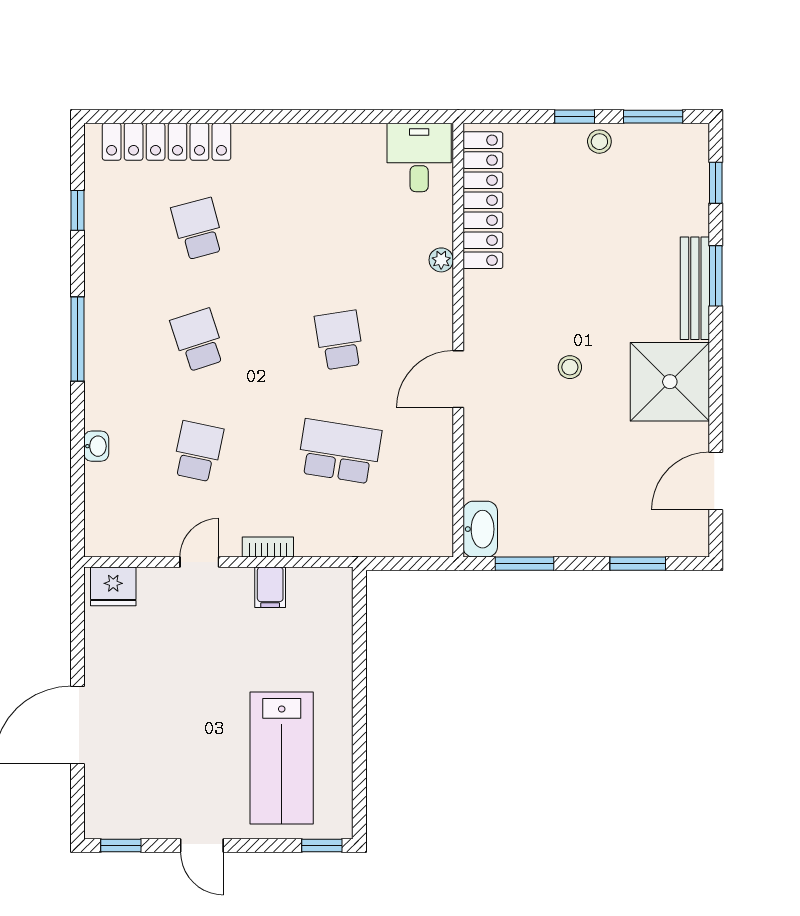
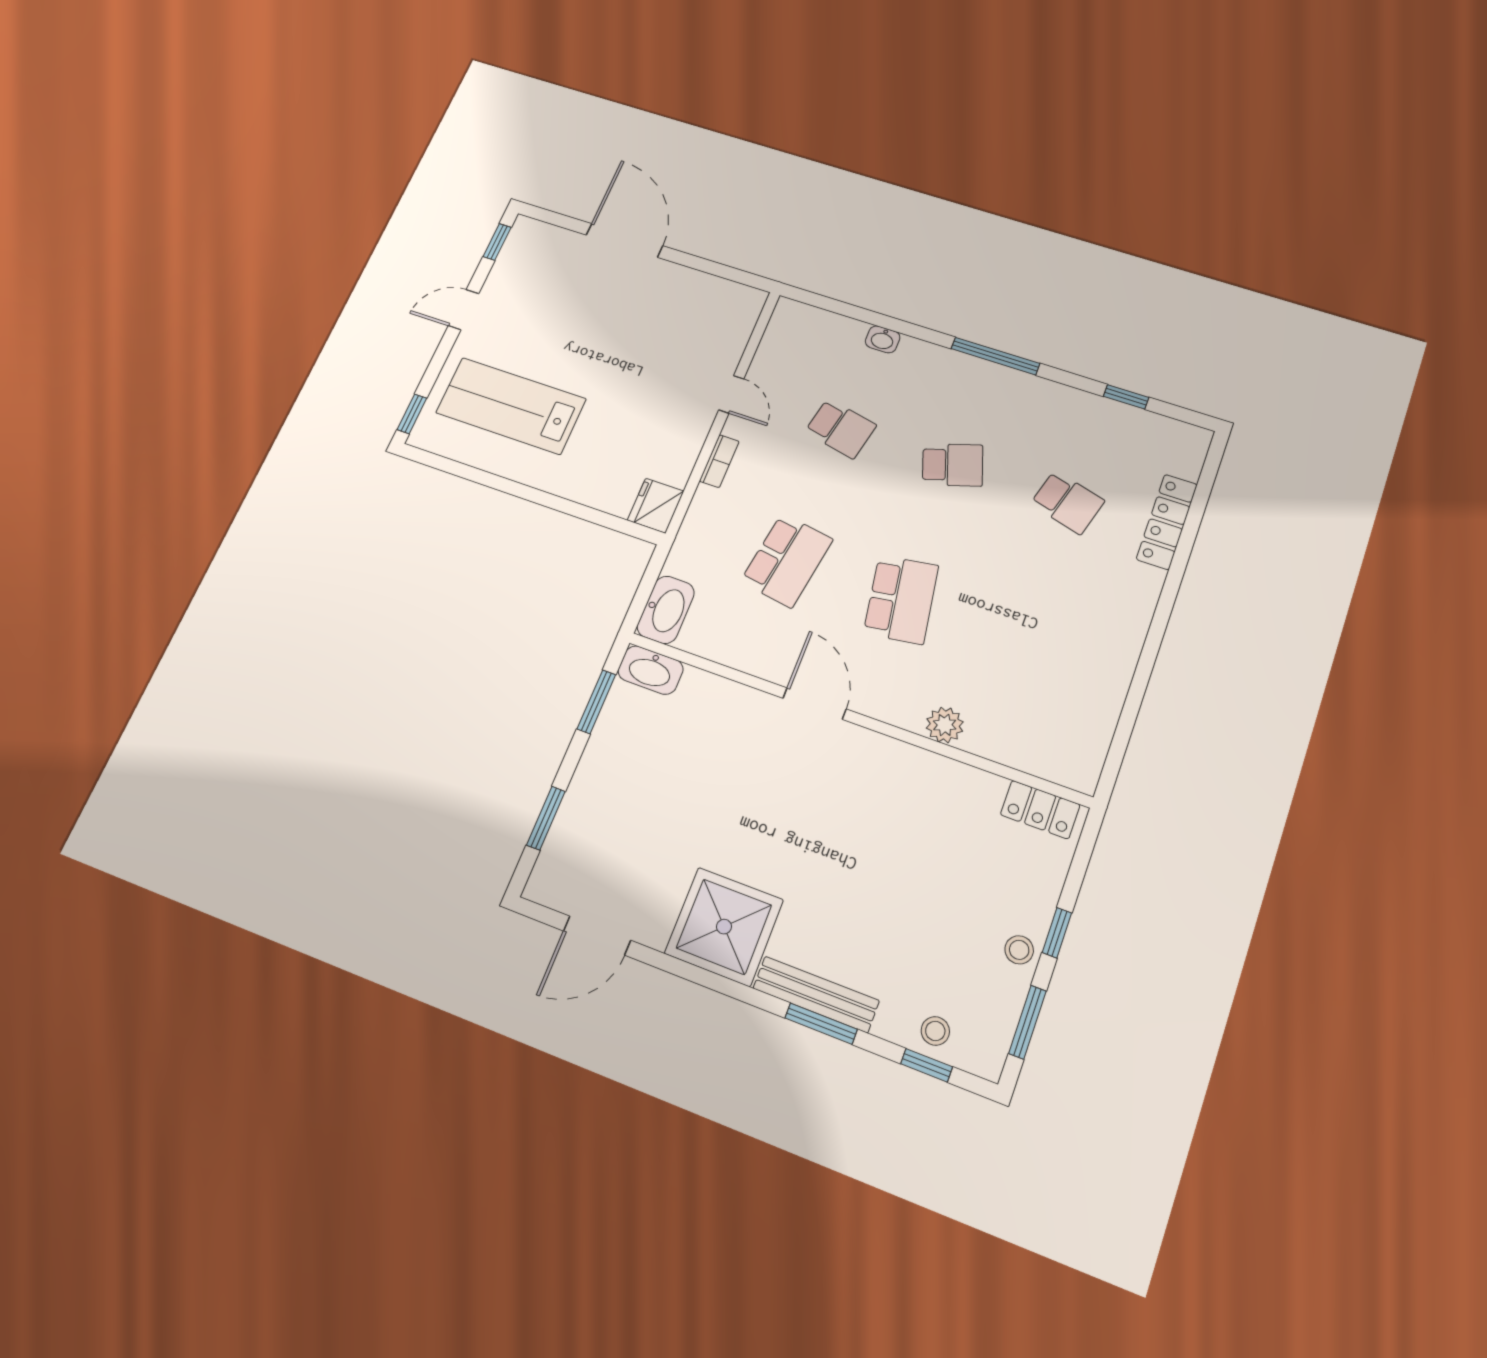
locker: (167, 142) -> (1167, 522), width x0.71, depth x0.83
desk: (419, 157) -> (1068, 748), removed
locker: (483, 200) -> (1040, 810), width x0.46, depth x0.83
school desk: (198, 229) -> (1067, 502), turned 30
plant: (441, 260) -> (945, 725), width x1.38, depth x1.38
school desk: (339, 340) -> (901, 599), width x1.85
stool: (570, 367) -> (935, 1031), moved
door: (716, 481) -> (597, 936), swing flipped
washbasin: (422, 538) -> (666, 610), added
fridge: (113, 586) -> (656, 506), moved
filing cabinet: (270, 587) -> (679, 450), removed

